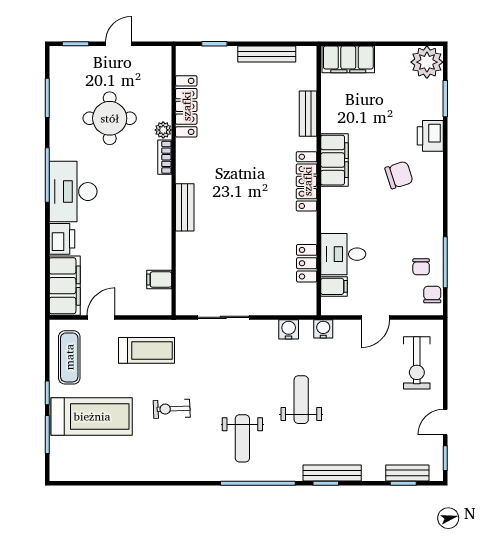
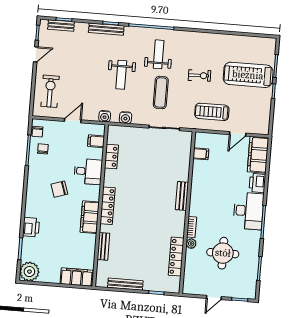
chair: (399, 175) -> (59, 189), moved
desk: (343, 254) -> (88, 171), moved
exercise mat: (69, 357) -> (161, 93), moved

